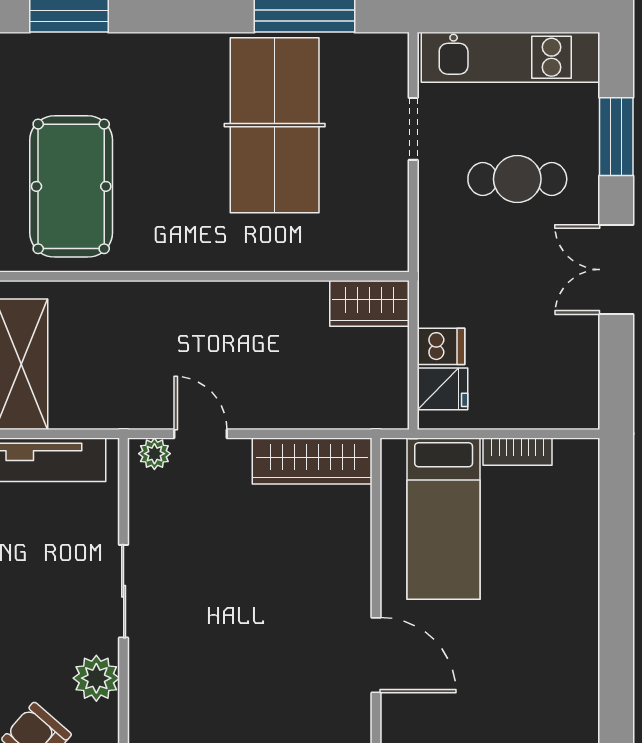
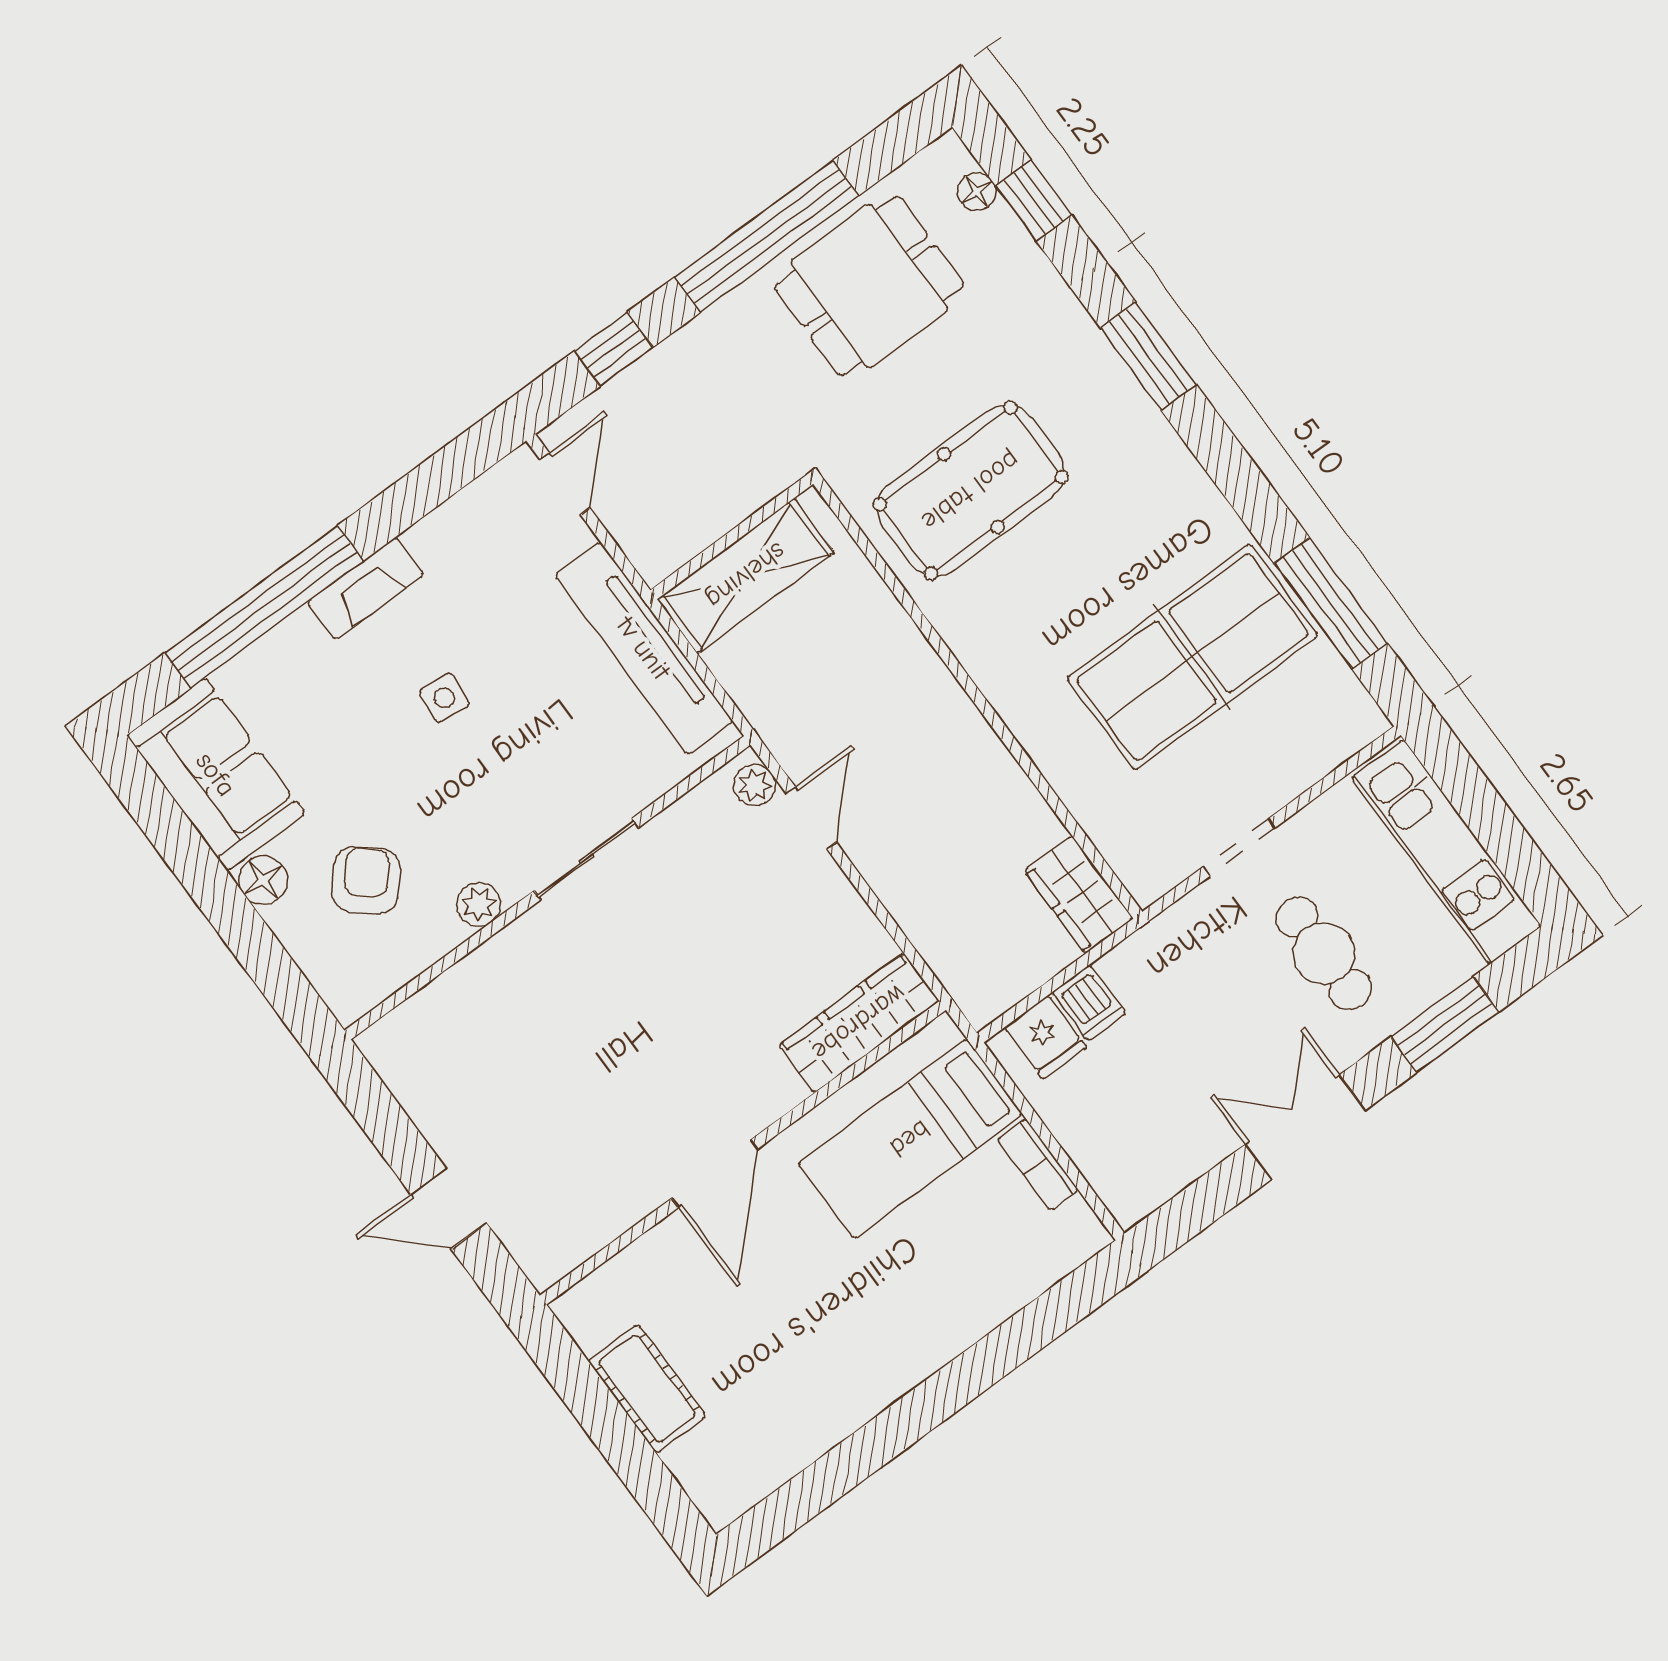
doorway: (413, 129) -> (1239, 847), moved
wardrobe: (312, 461) -> (859, 1023), moved, turned 90
plant: (96, 678) -> (479, 904), width x0.73, depth x0.73

